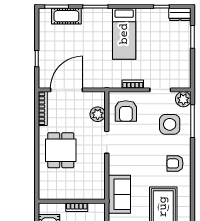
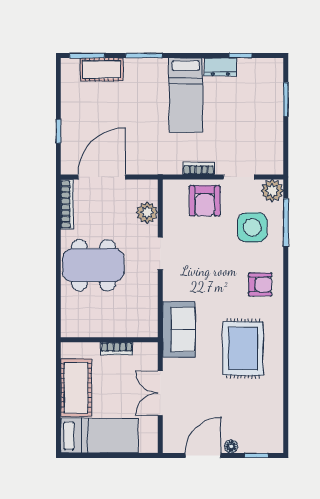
dresser: (180, 14) -> (220, 67), moved
armchair: (126, 111) -> (205, 201), moved
dining table: (61, 150) -> (93, 265), width x1.38
armchair: (175, 163) -> (260, 284), turned 180

